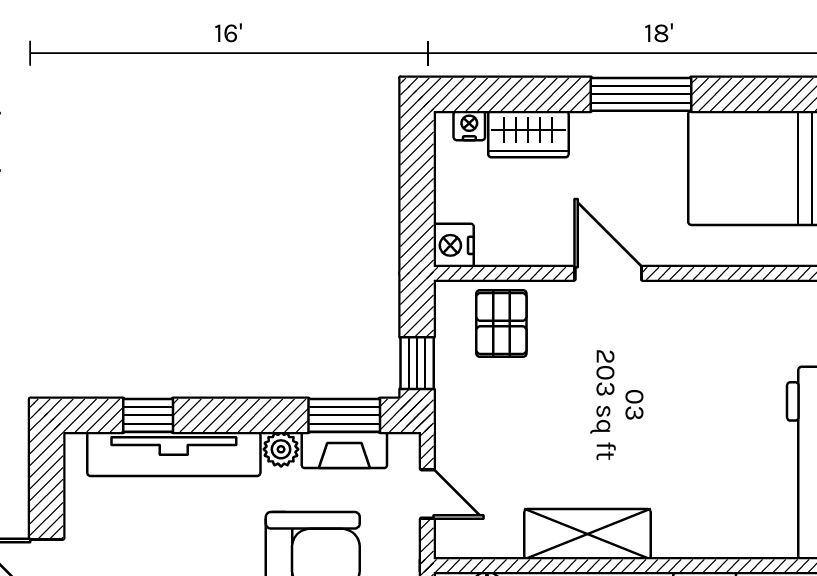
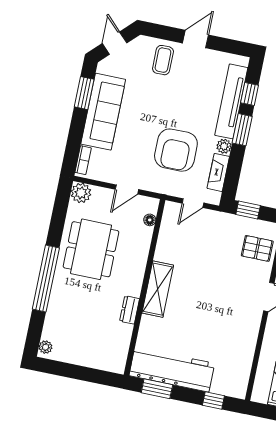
window: (344, 415) -> (242, 130), moved
shelving: (588, 534) -> (158, 289), moved

